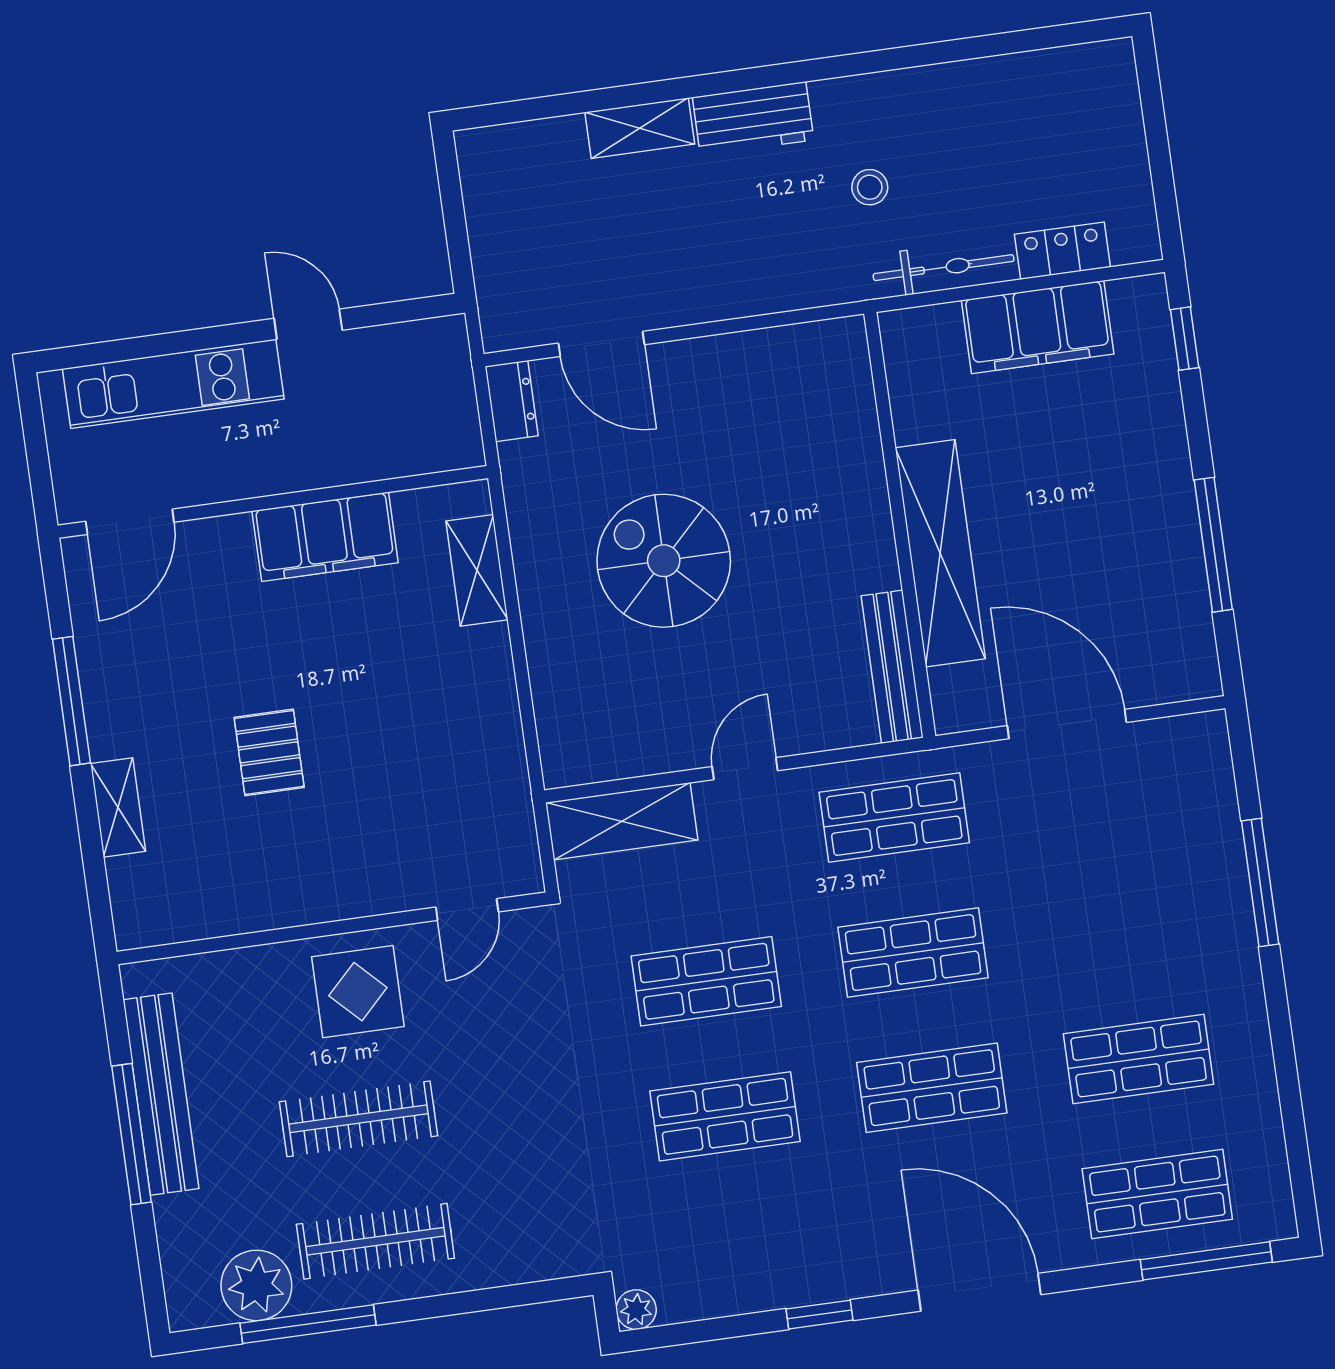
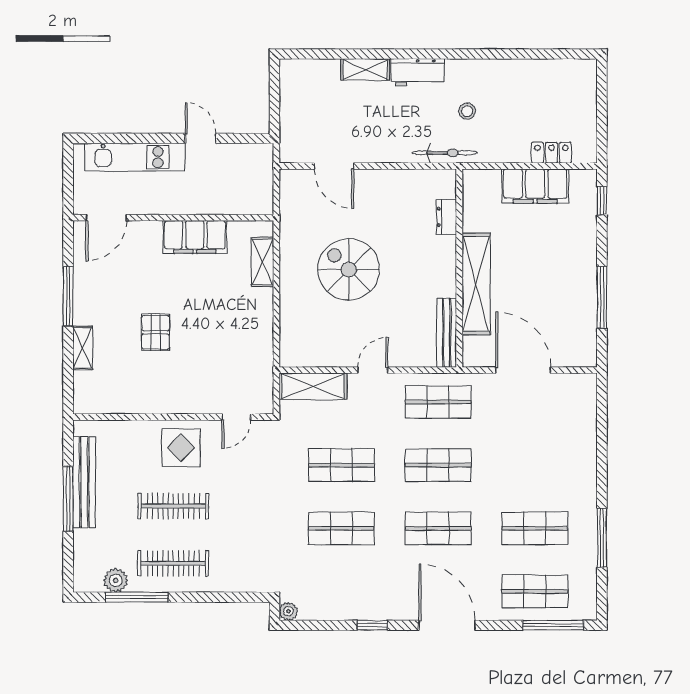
bicycle: (944, 268) -> (445, 153), moved
dresser: (512, 401) -> (446, 217), moved, turned 180
window: (1260, 883) -> (602, 538), moved
plant: (256, 1285) -> (116, 580), width x0.73, depth x0.73

